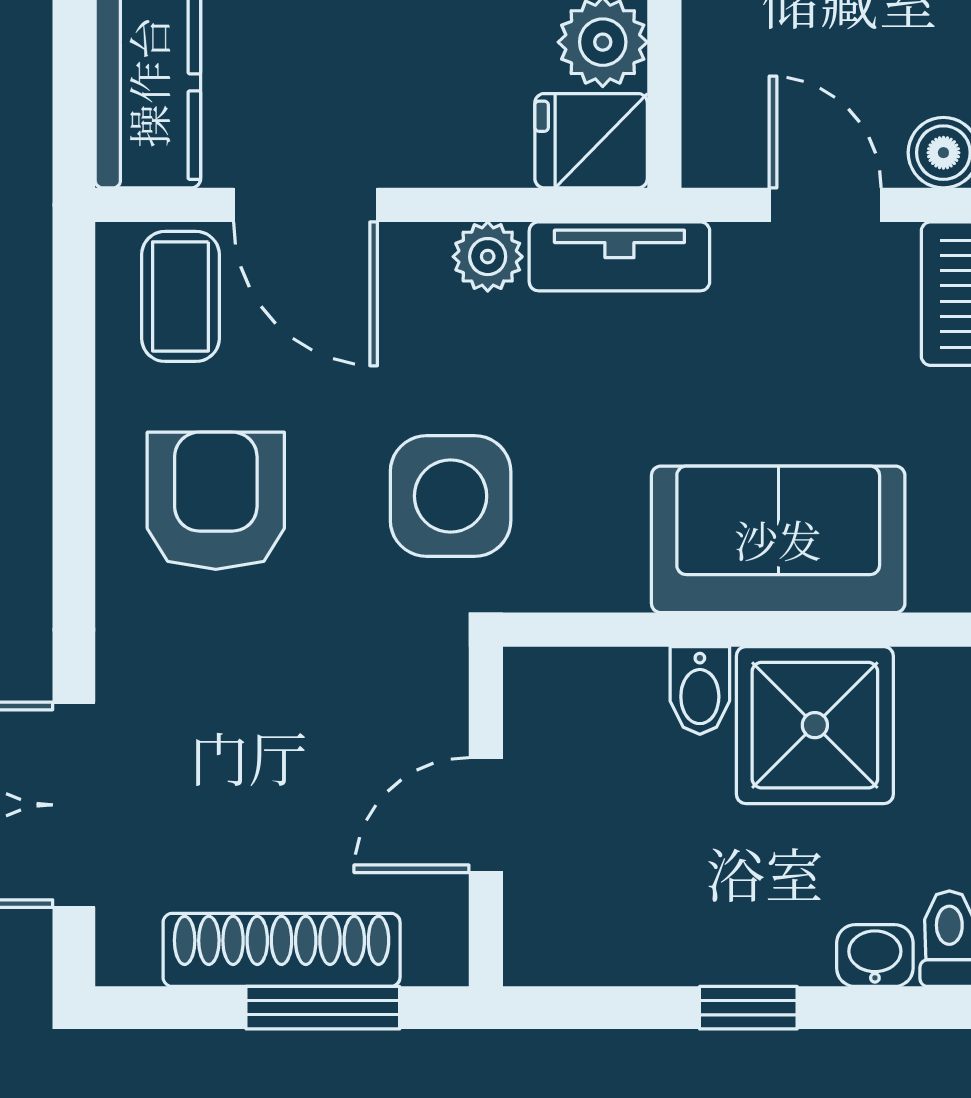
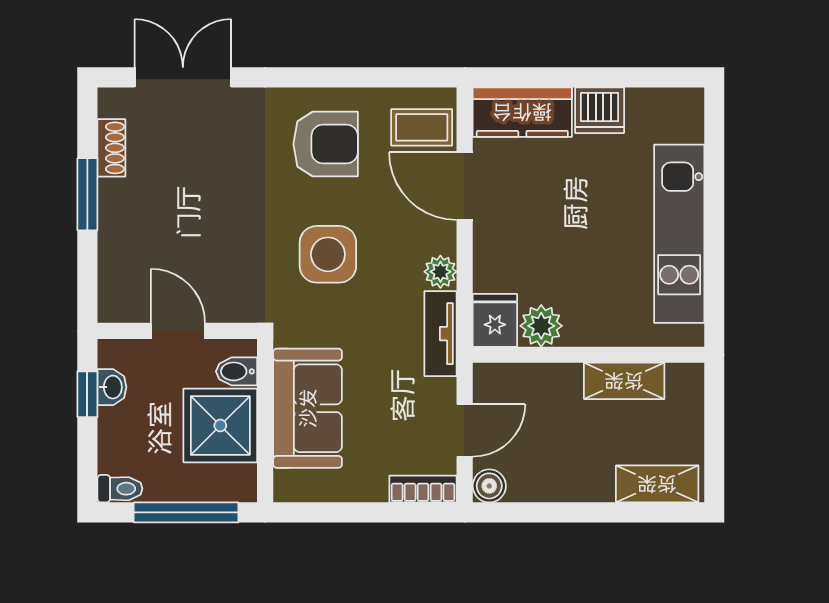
door: (306, 205) -> (465, 186), hinge flipped
door: (486, 815) -> (178, 331), moved
wall: (486, 817) -> (177, 331), moved
shoe rack: (282, 950) -> (111, 148), width x0.51, depth x0.81
washbasin: (875, 956) -> (112, 387), moved

